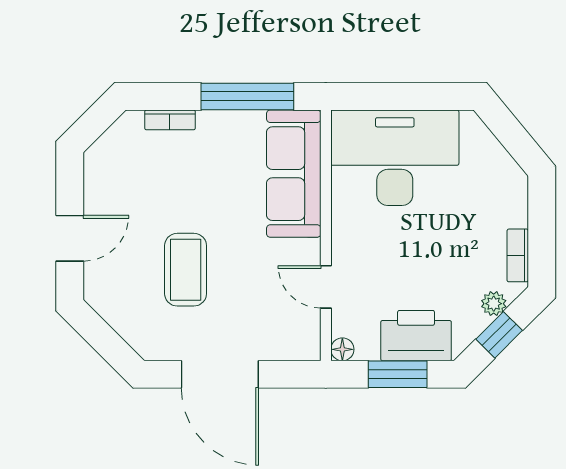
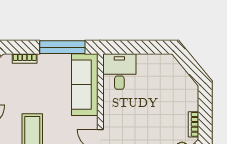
desk: (395, 158) -> (119, 72), width x0.53, depth x0.77

